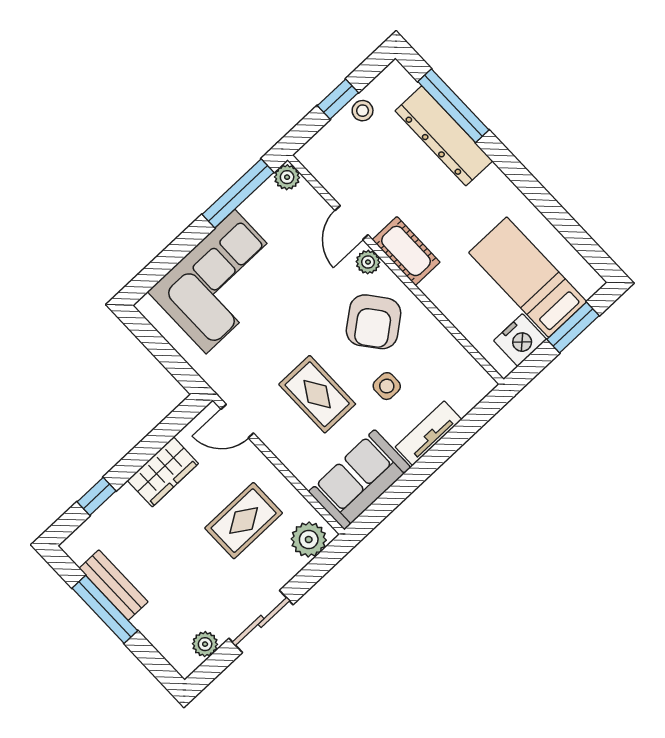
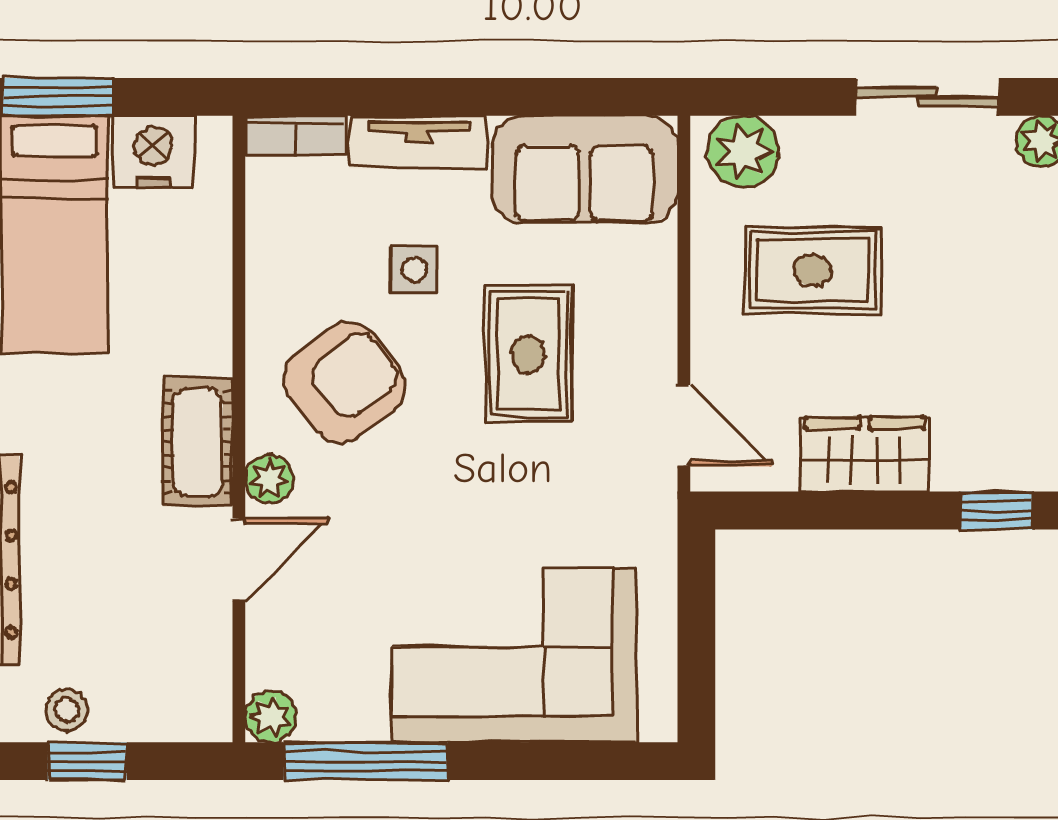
bookcase: (475, 394) -> (295, 135), added

